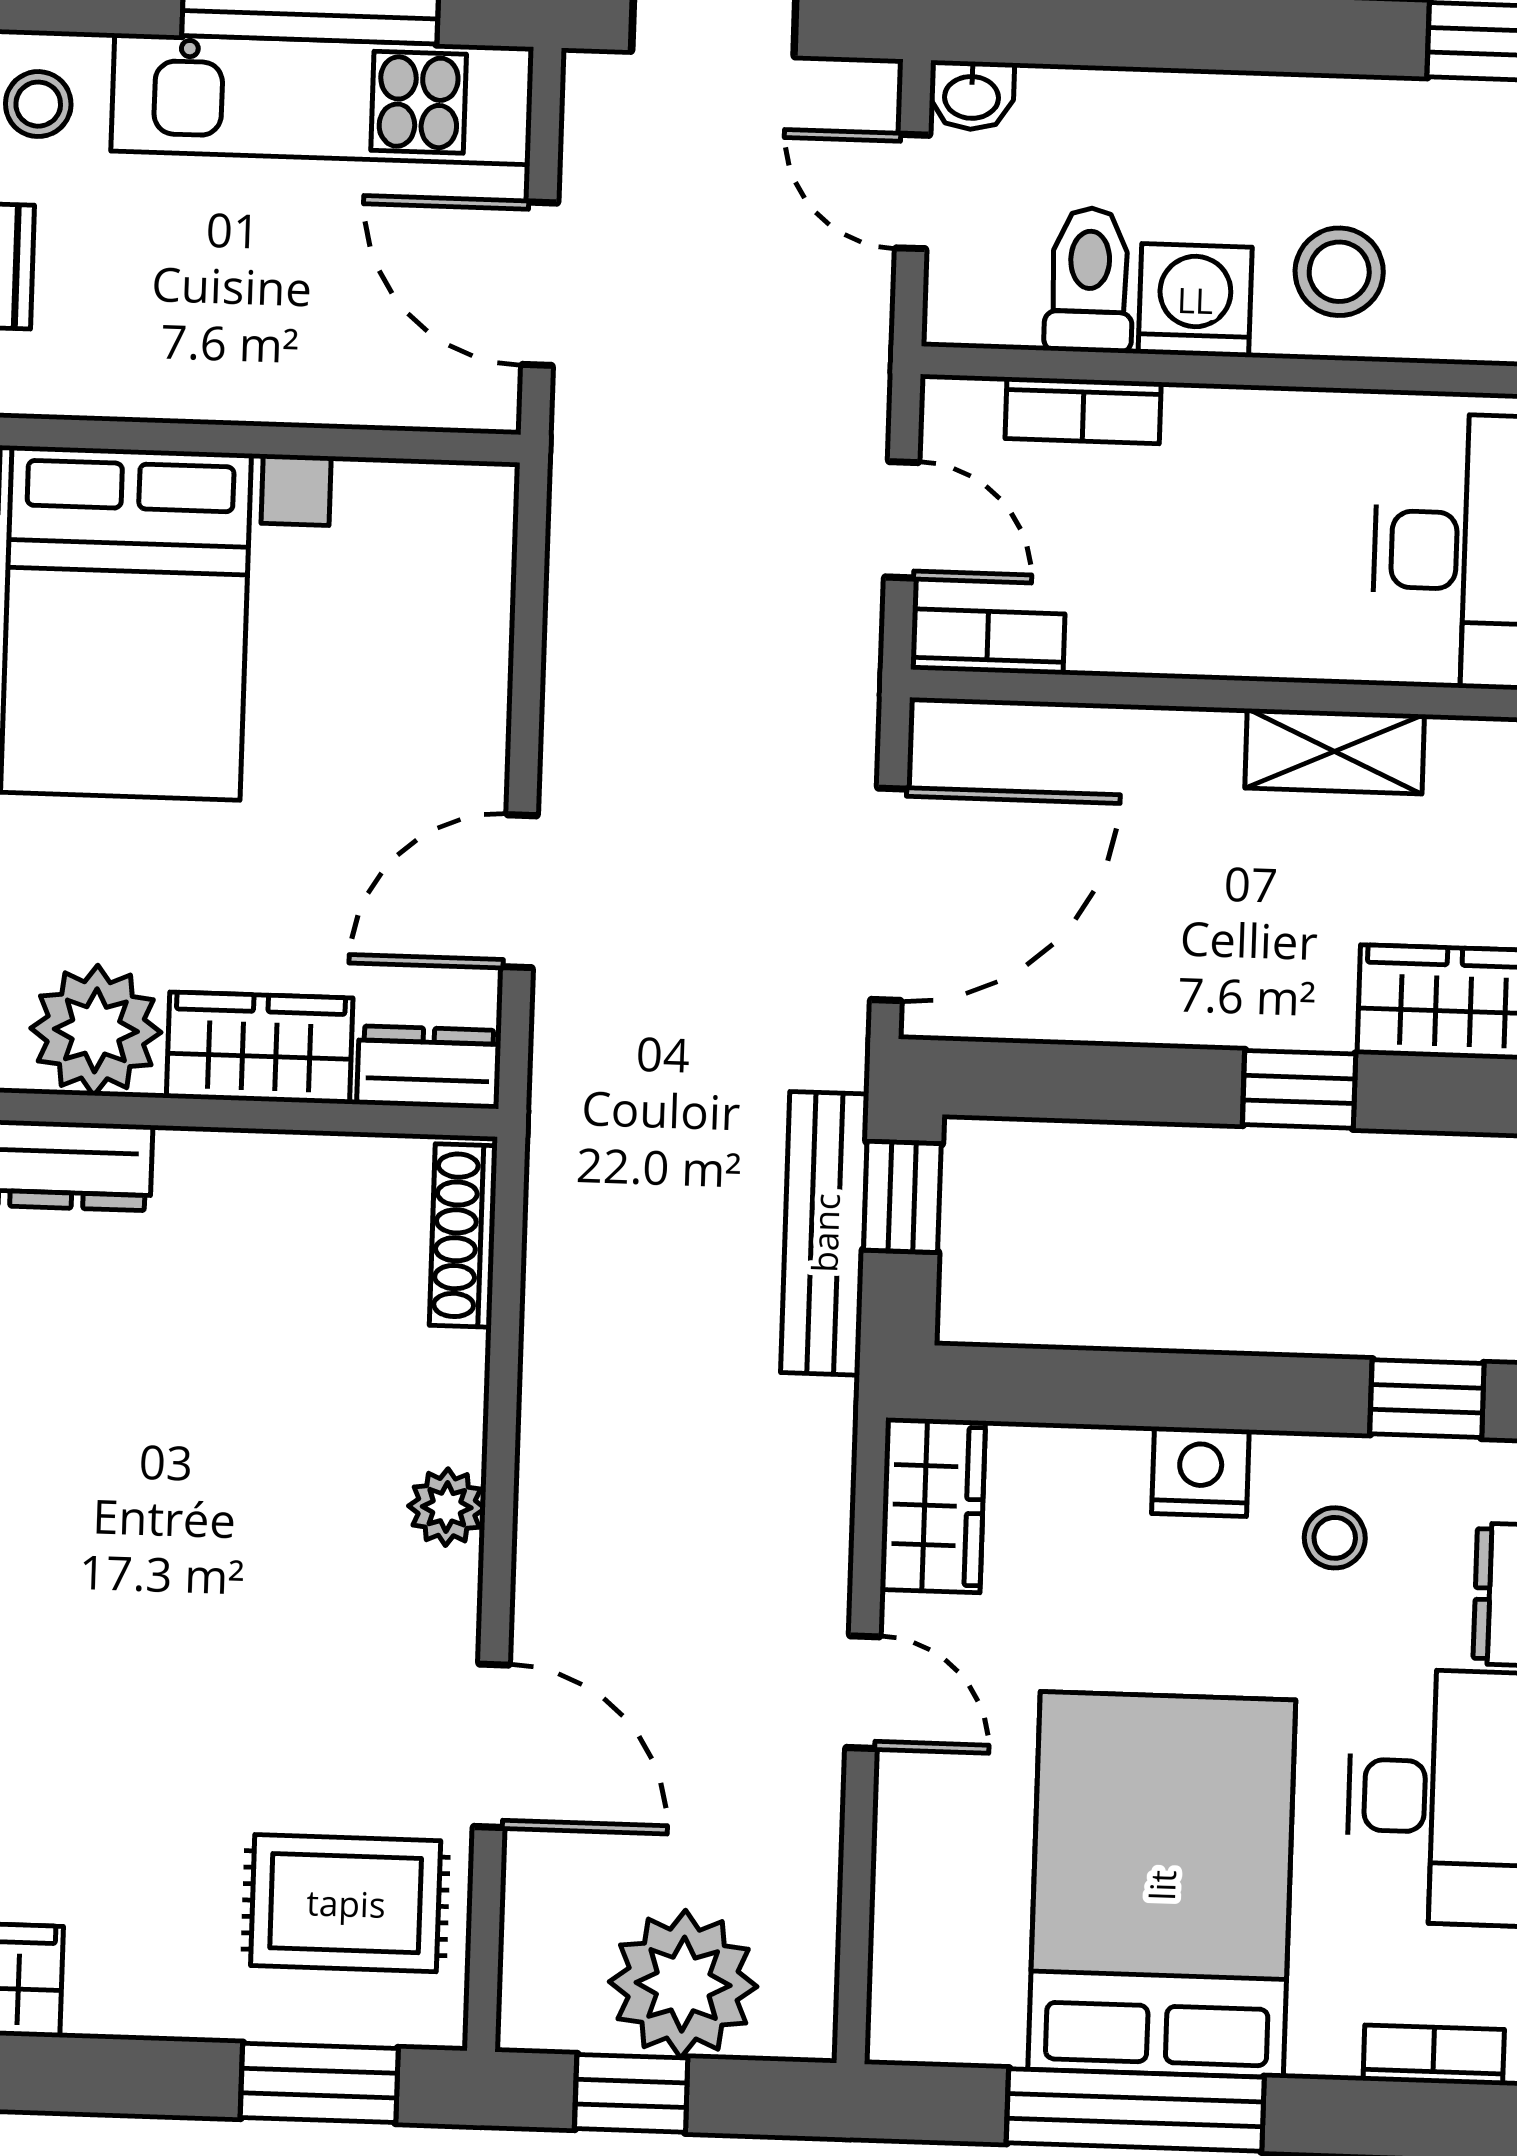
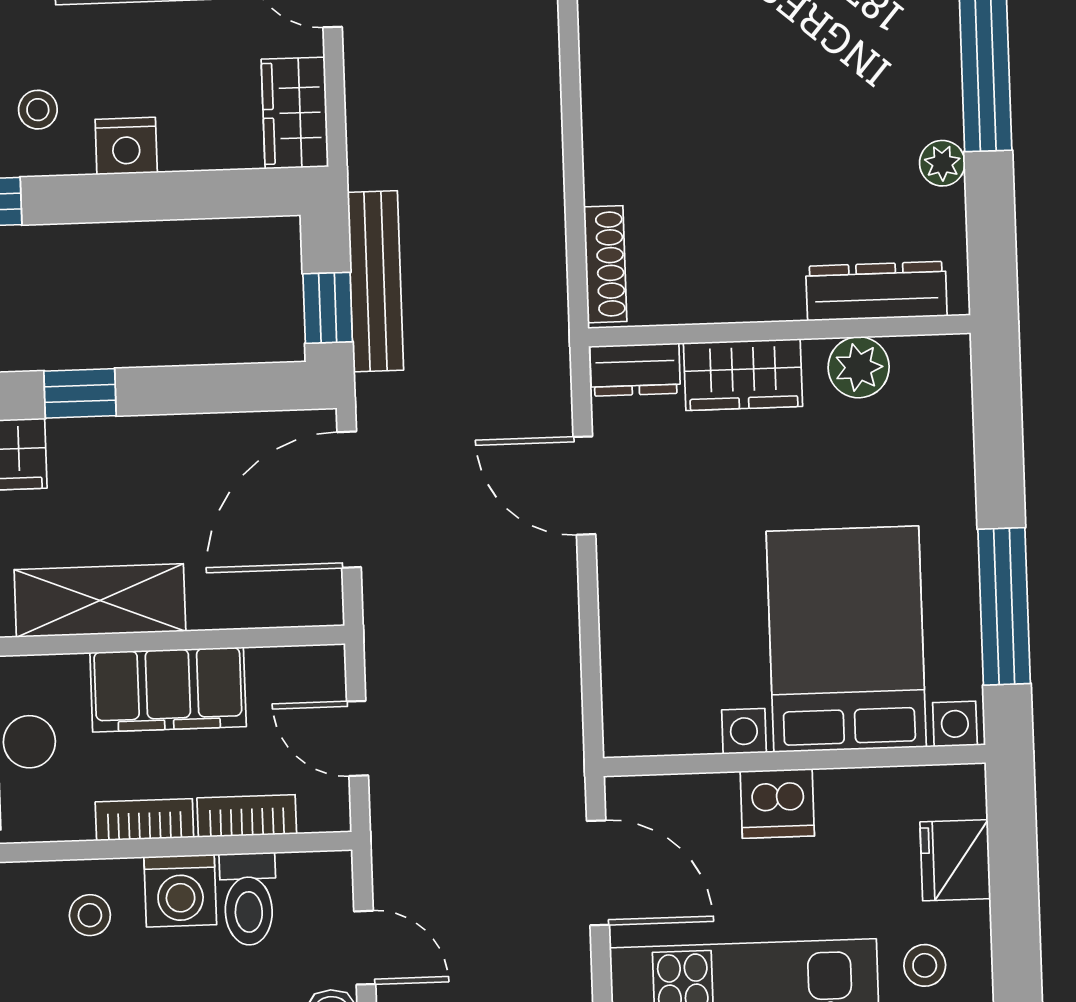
stool: (1339, 272) -> (90, 915), width x0.73, depth x0.73
dishwasher: (252, 373) -> (777, 804), added
filing cabinet: (1193, 616) -> (168, 690), added
bookcase: (988, 642) -> (144, 820), moved, turned 180
shelving: (1335, 751) -> (100, 600), width x1.50, depth x1.33
door: (520, 891) -> (584, 486), swing flipped
plant: (96, 1030) -> (859, 367), width x0.73, depth x0.73
plant: (447, 1507) -> (604, 91), removed

